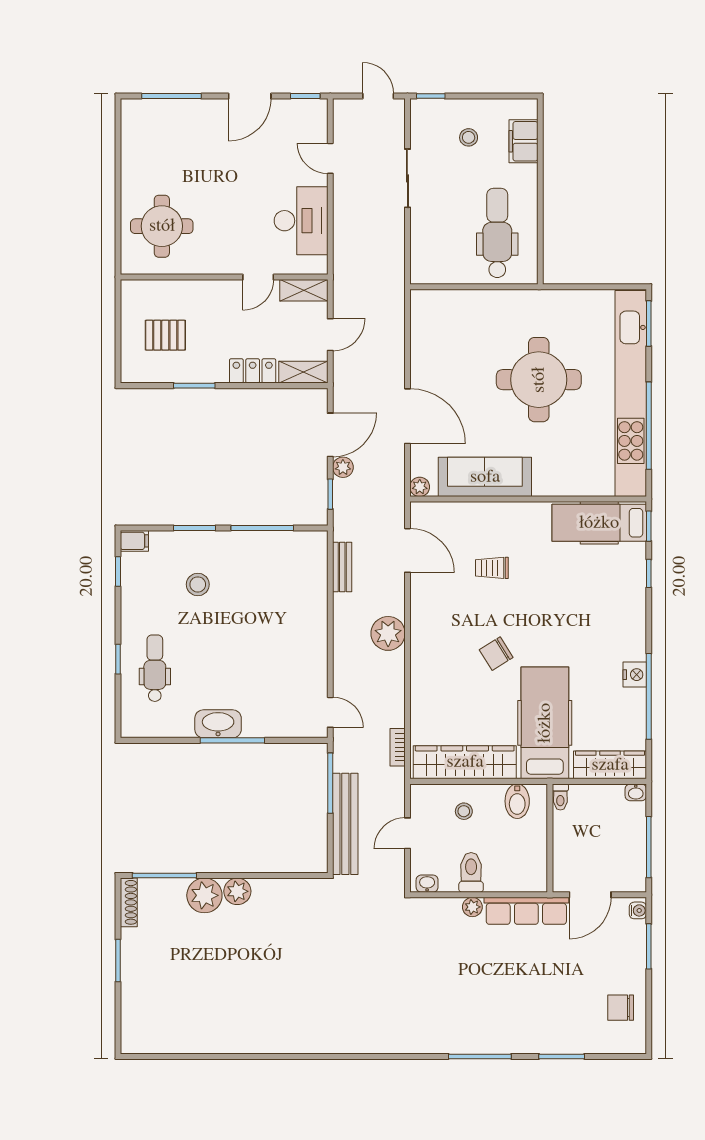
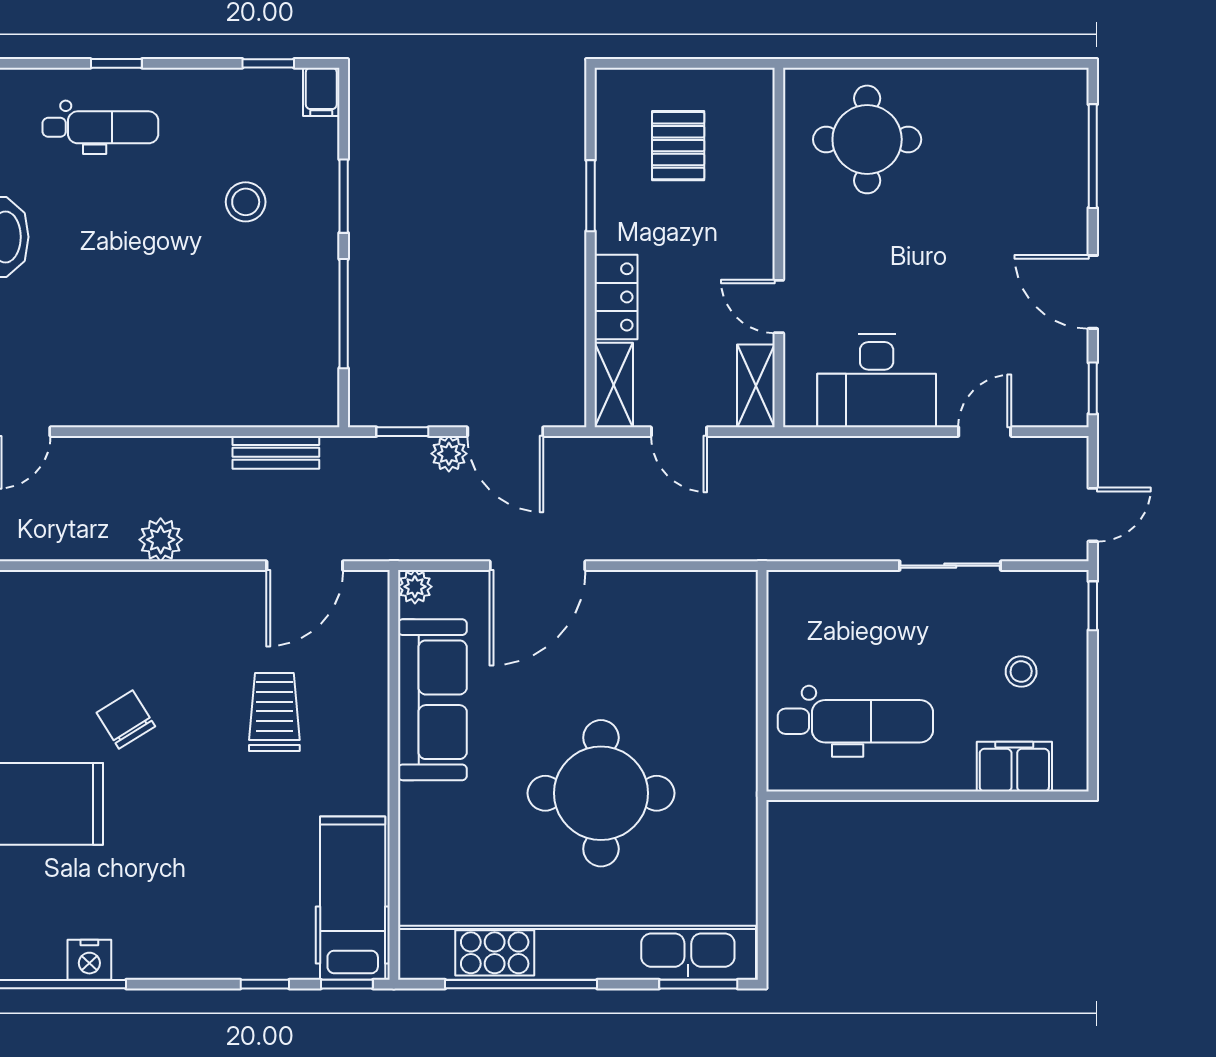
trolley: (492, 568) -> (274, 712), width x1.36, depth x1.39
plant: (388, 633) -> (161, 540), width x0.73, depth x0.73

